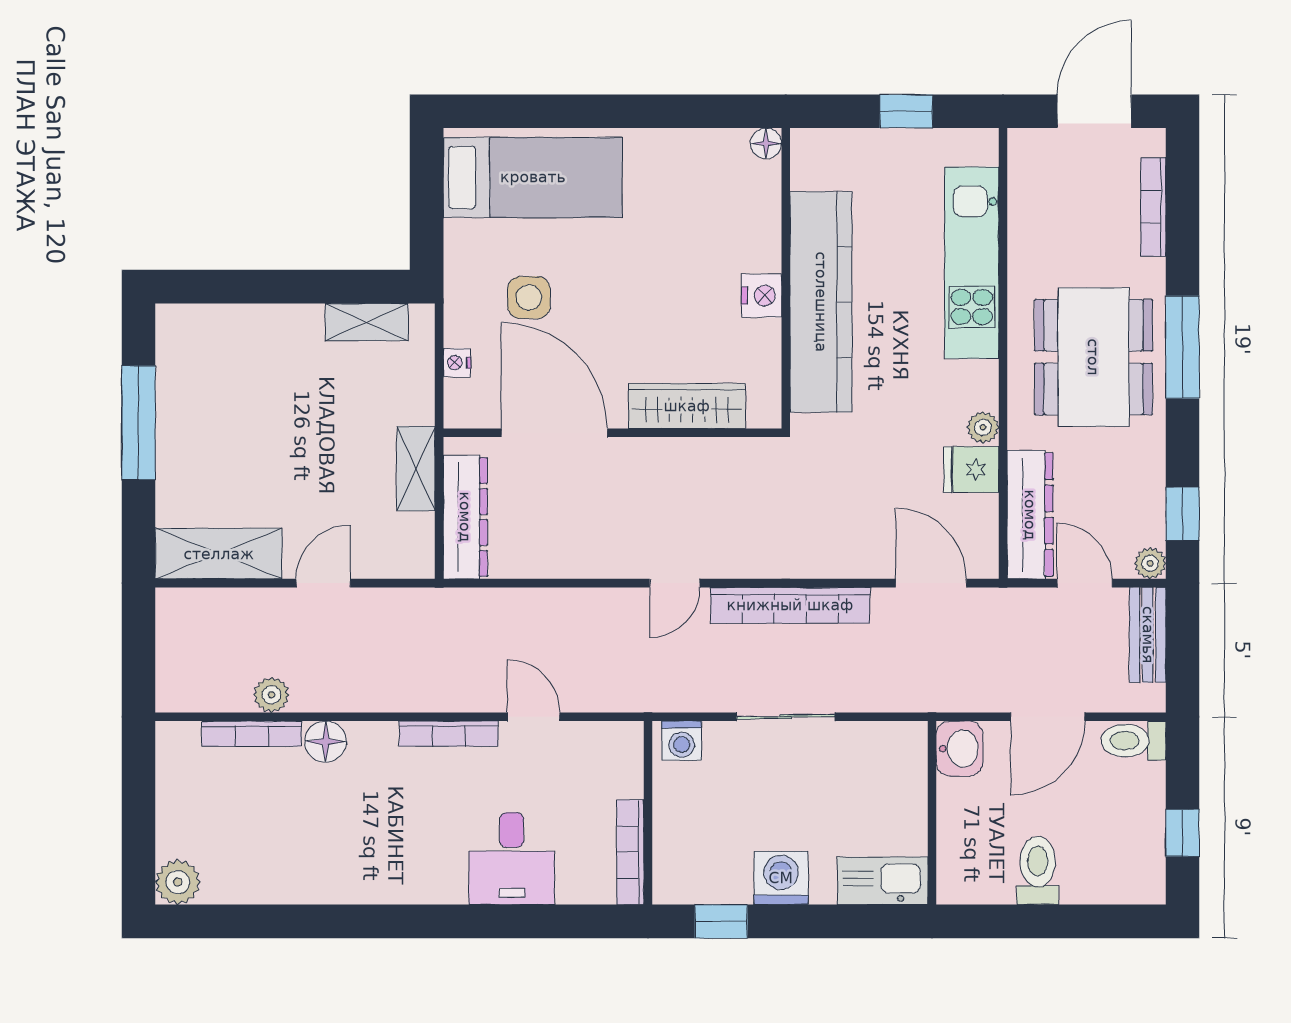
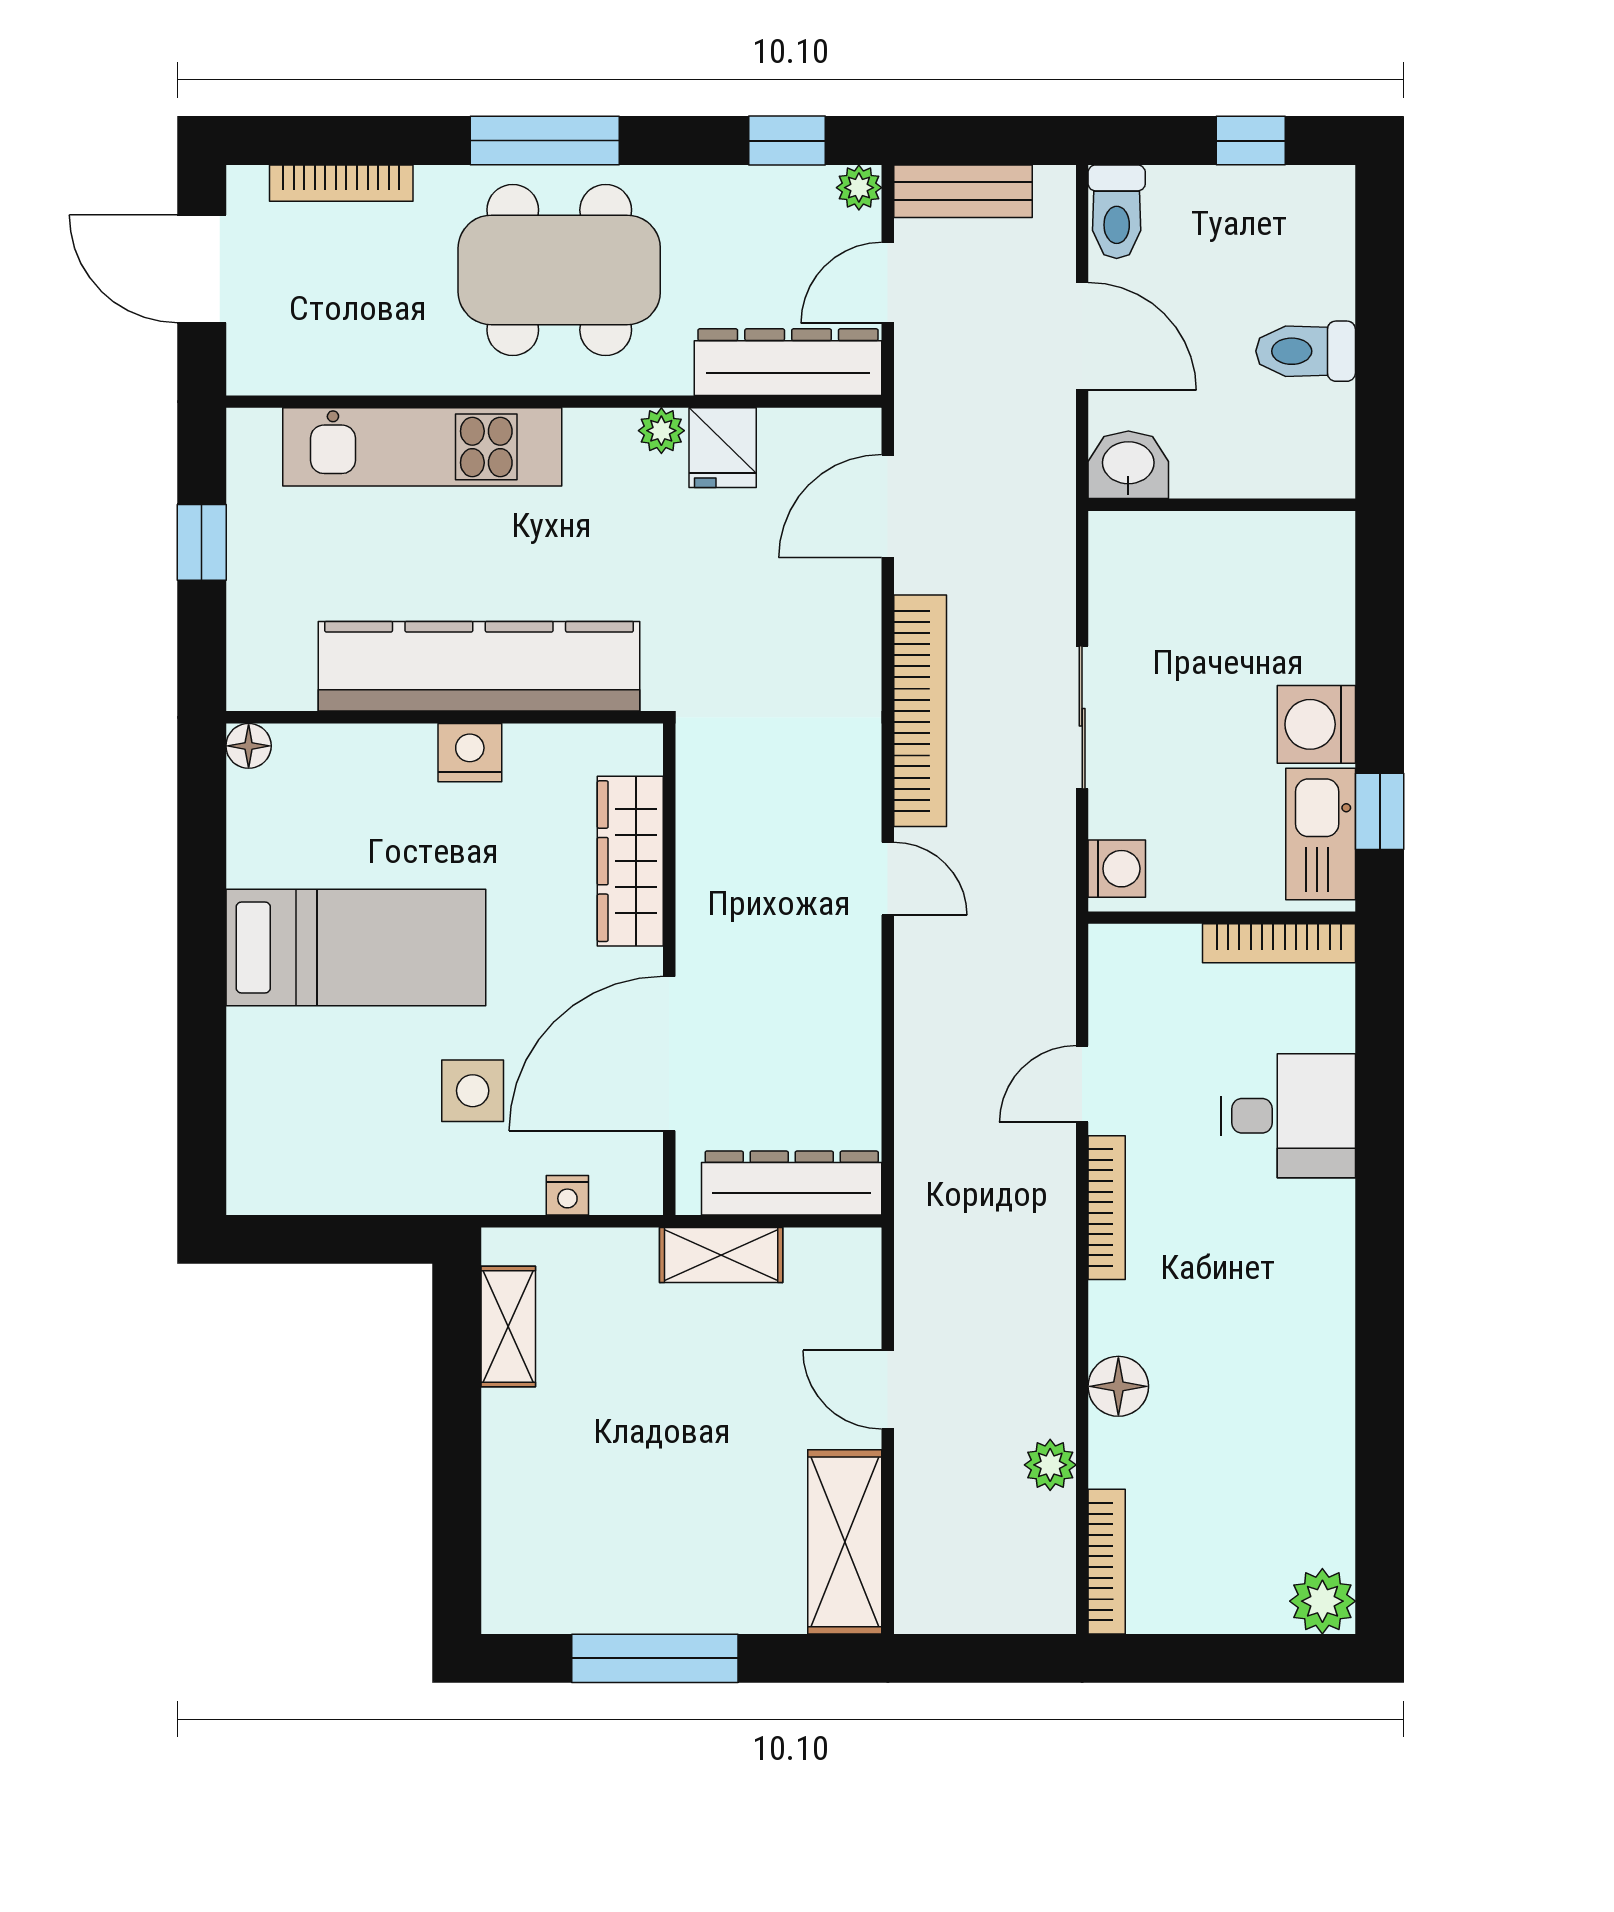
bed: (533, 177) -> (356, 947), moved, turned 90
bookcase: (252, 734) -> (1107, 1562), moved
kitchen sink: (882, 881) -> (1321, 834), moved

